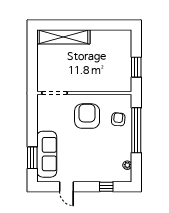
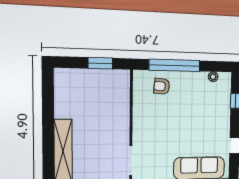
armchair: (87, 116) -> (158, 123), removed

